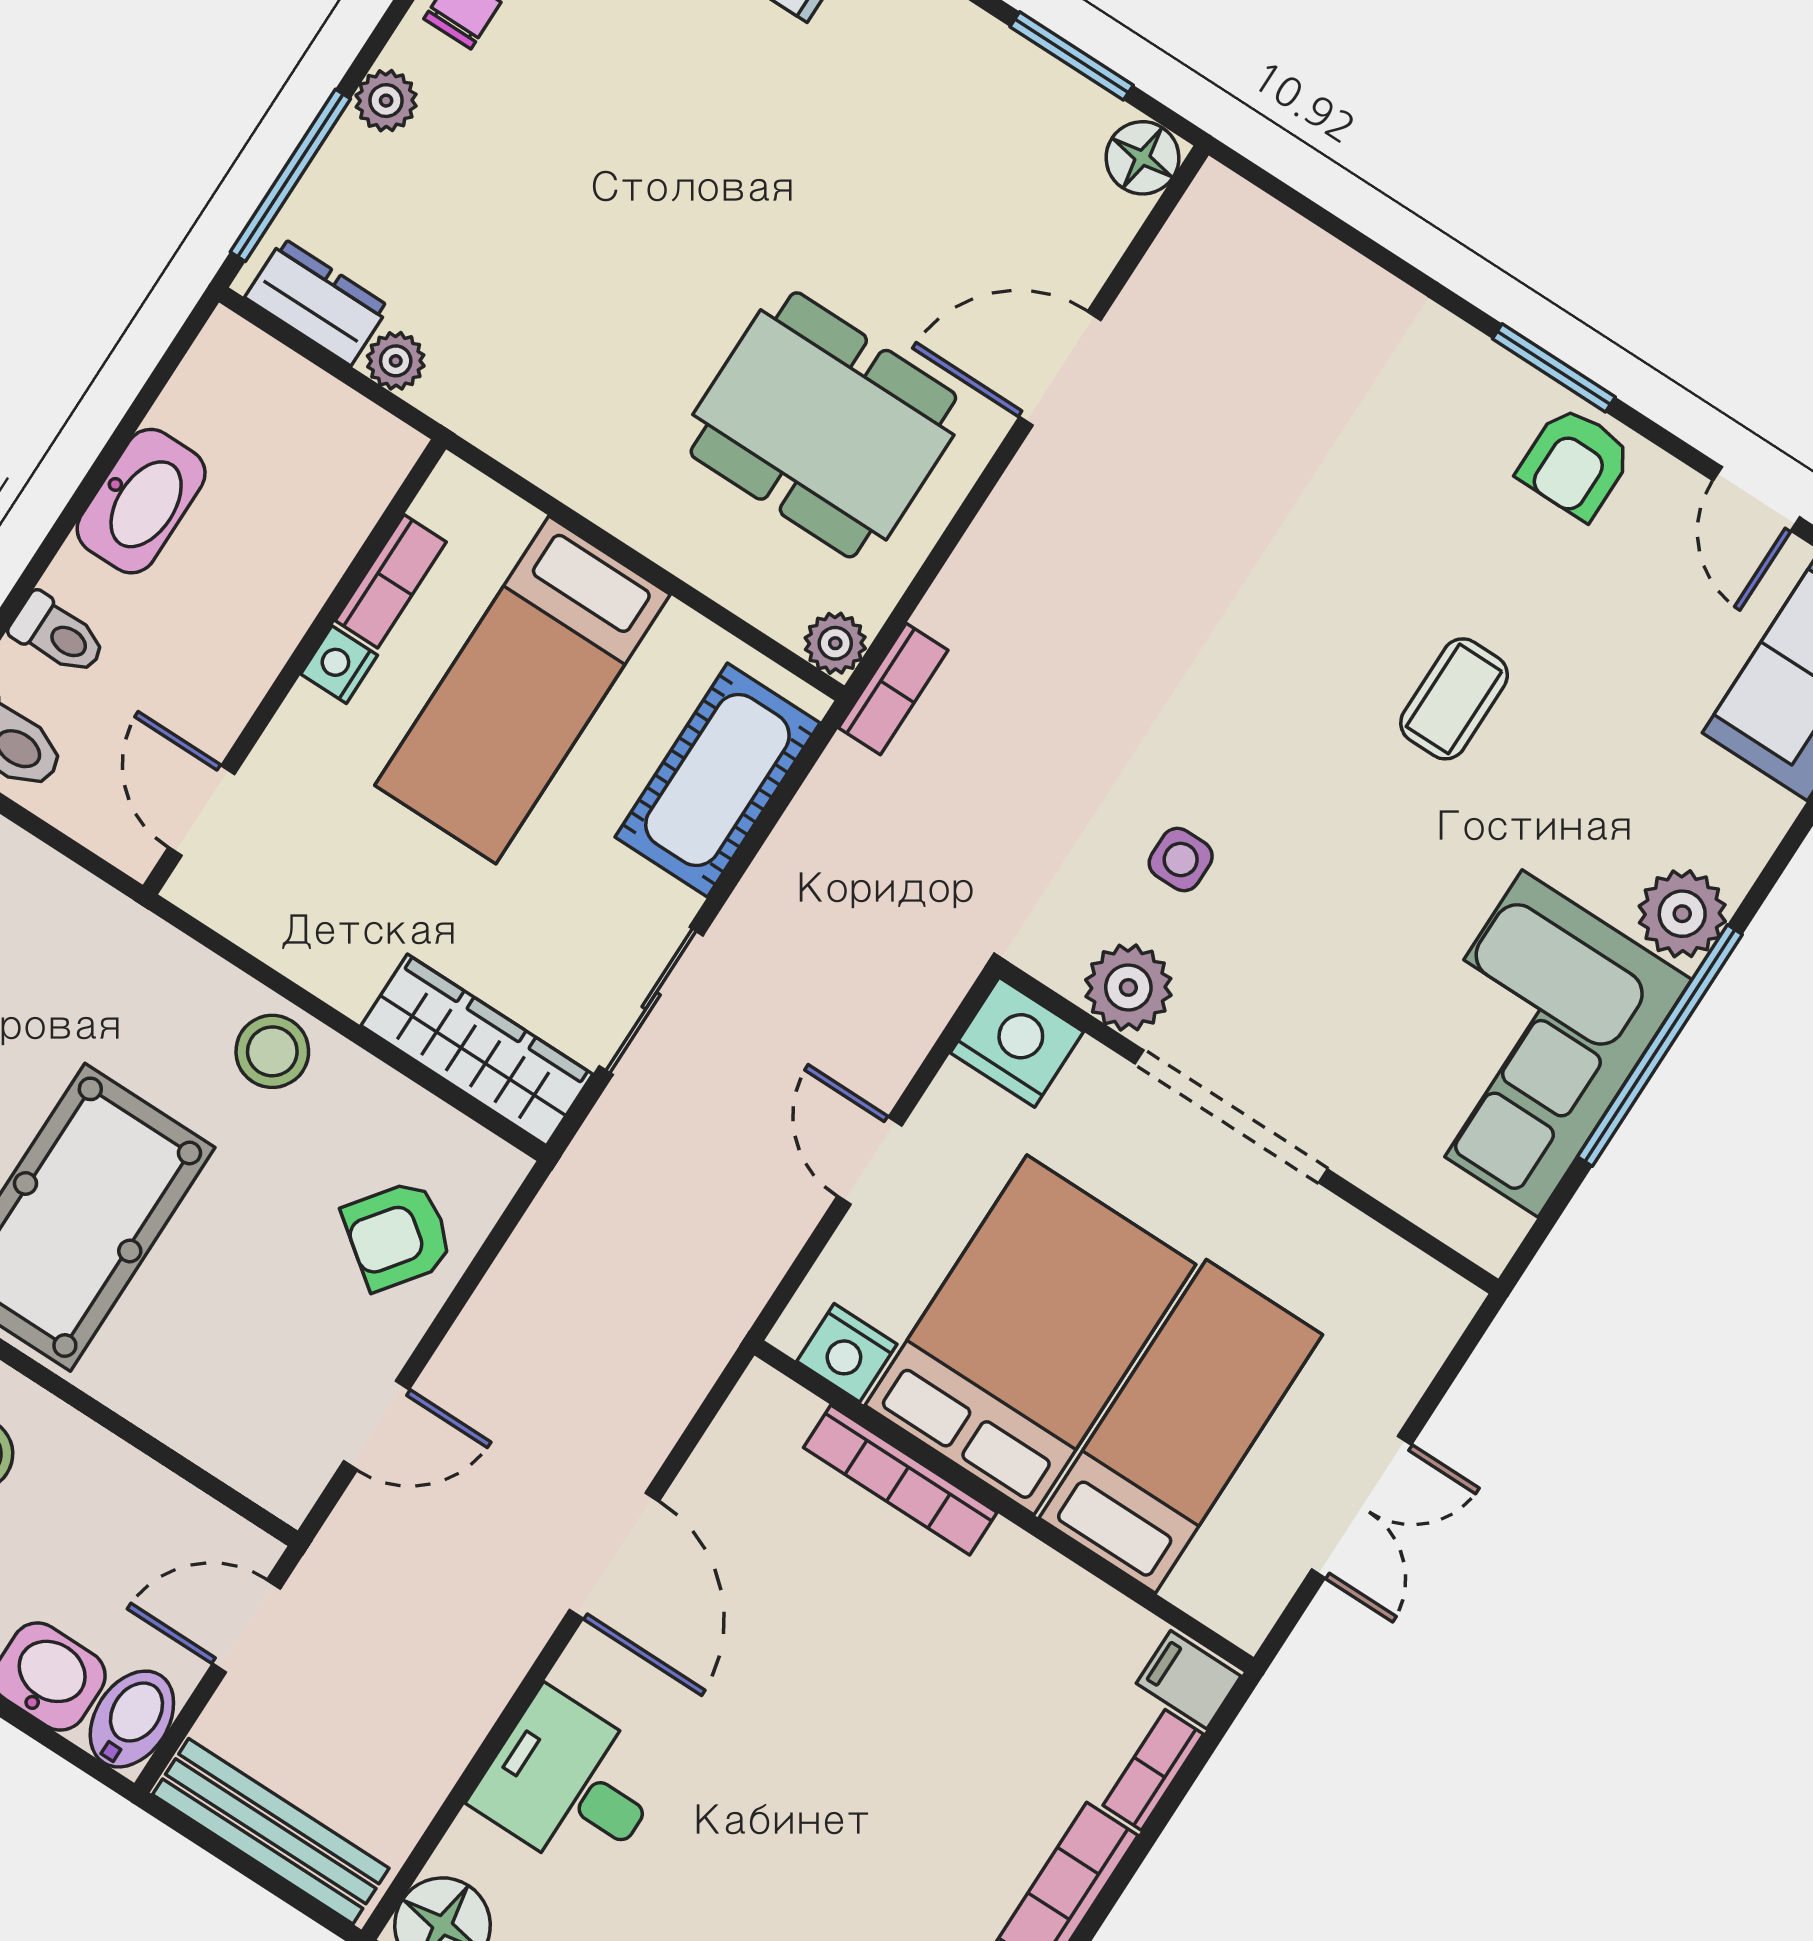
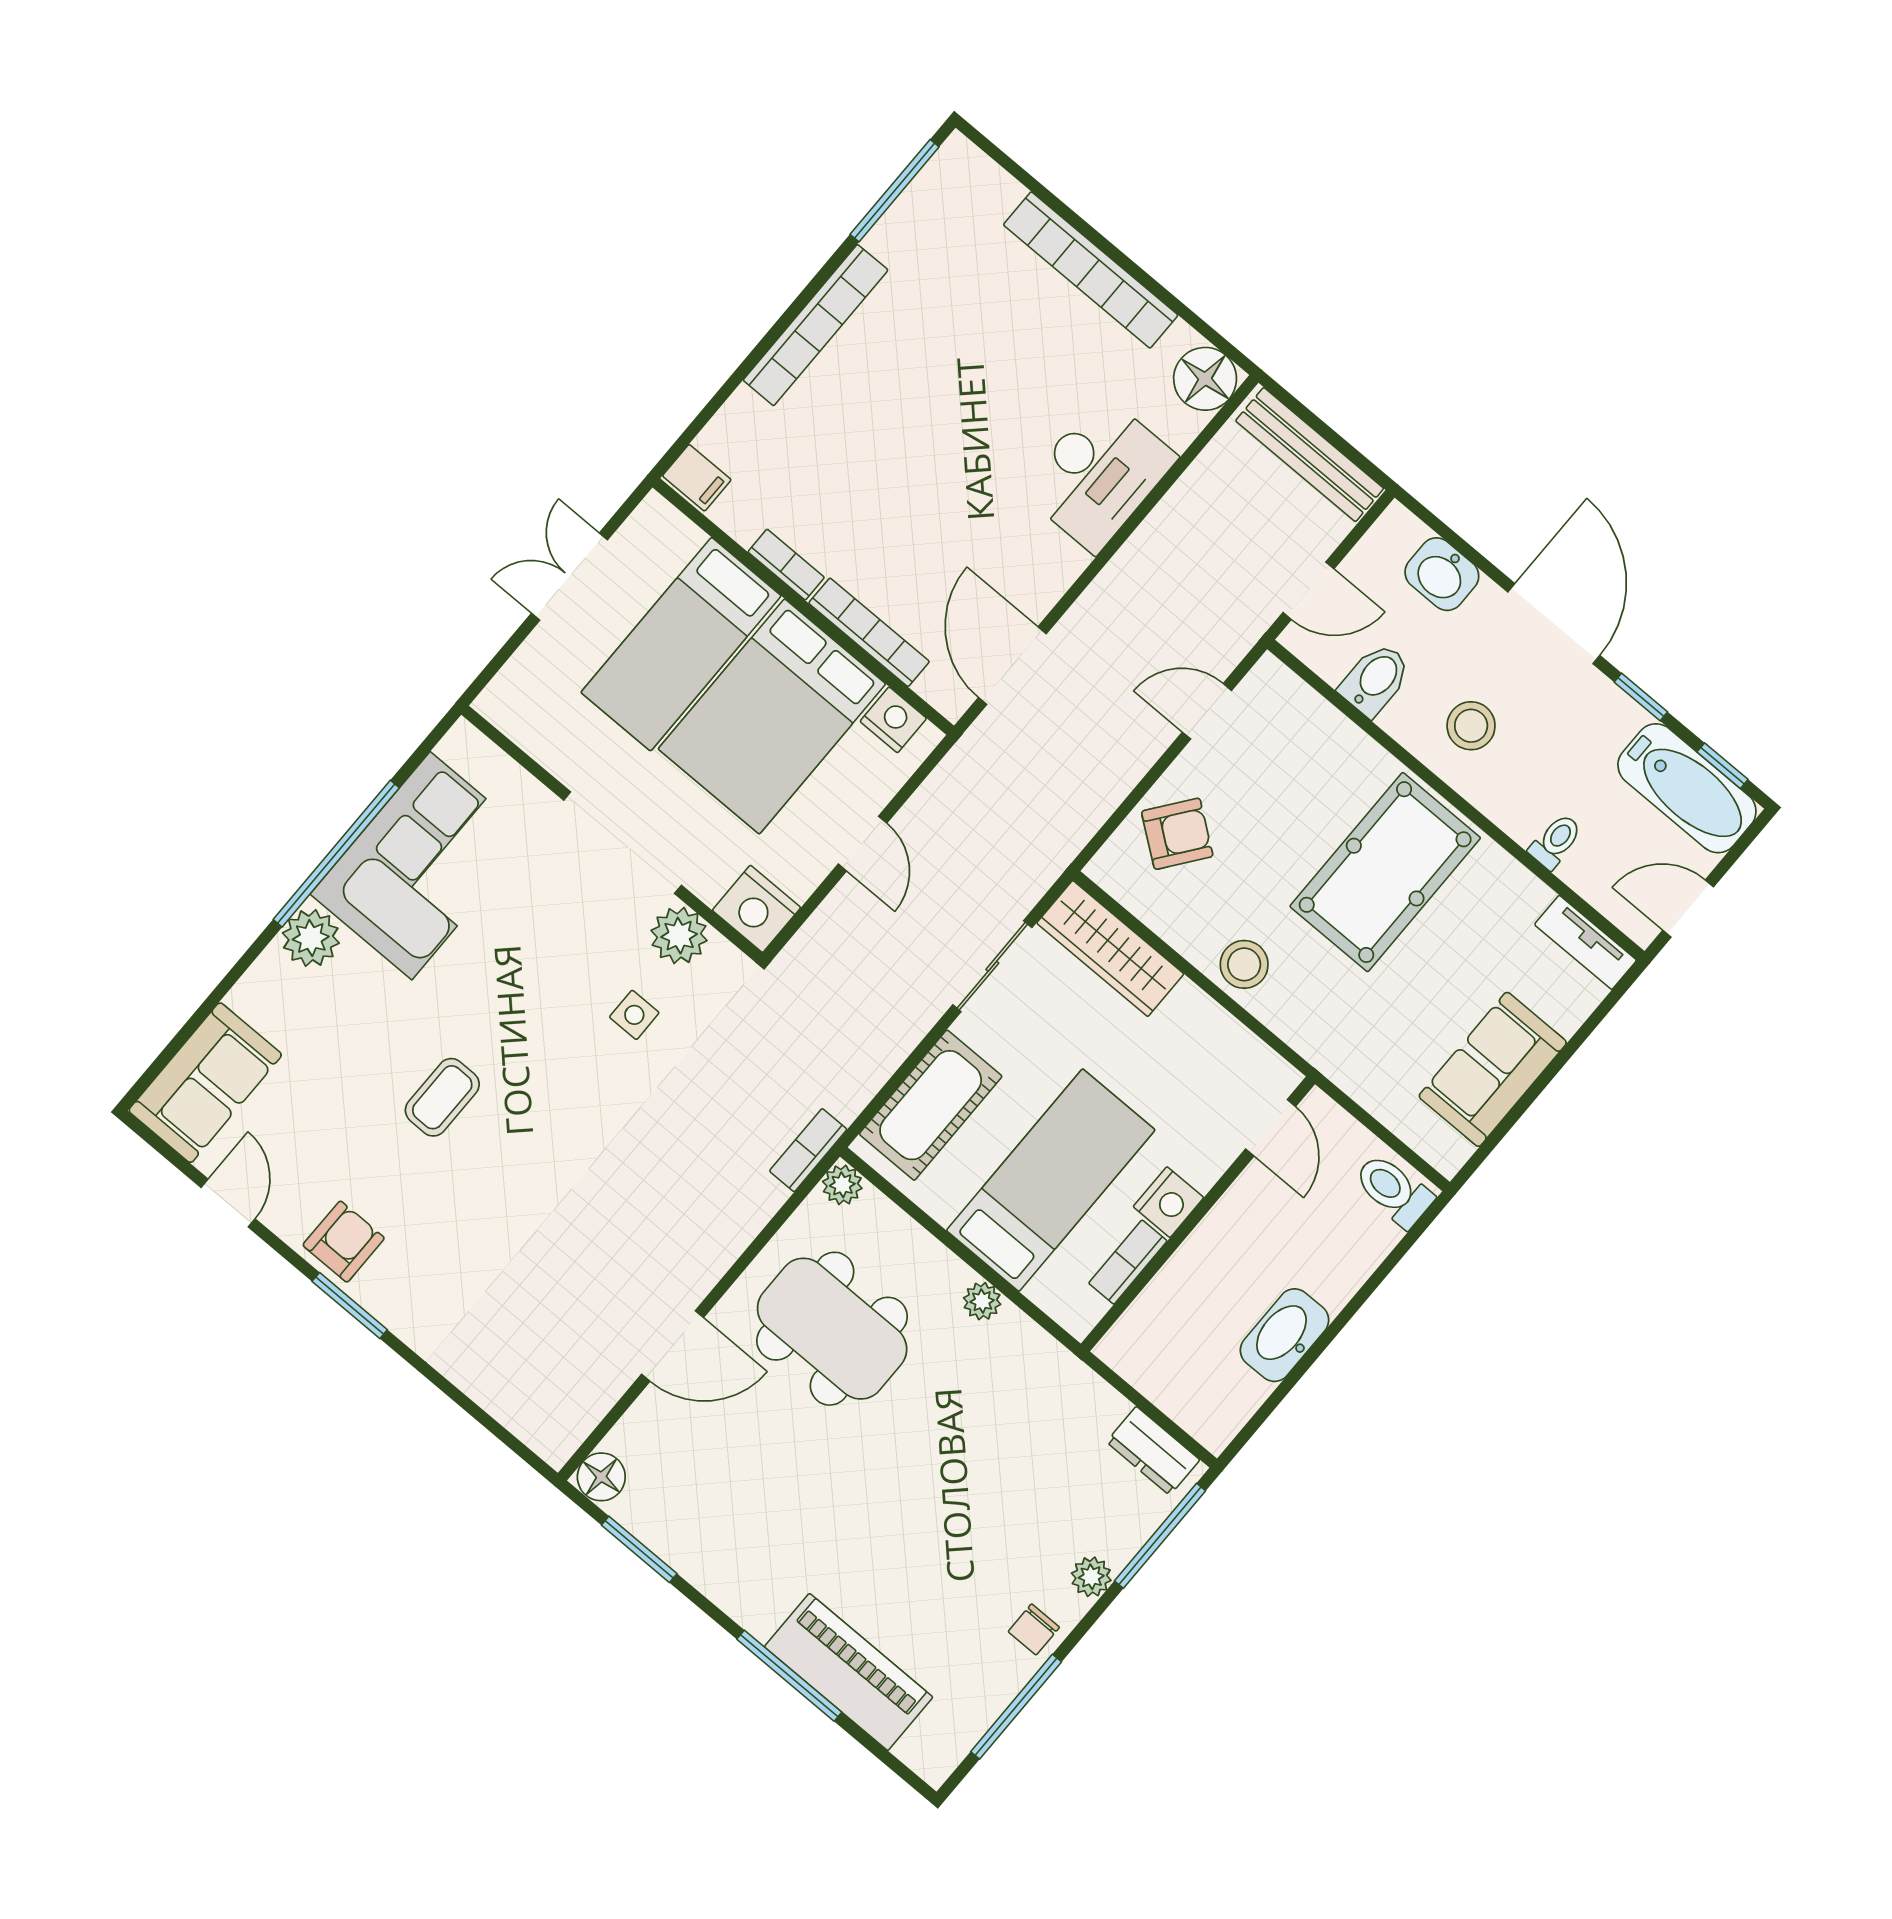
plant: (396, 361) -> (982, 1301), moved
toilet: (58, 635) -> (1350, 1255), removed
nightstand: (339, 665) -> (1168, 1202), width x1.39, depth x1.35
door: (614, 1556) -> (1012, 666), moved
bidet: (132, 1719) -> (1375, 679), moved, turned 180
bookcase: (1153, 1770) -> (786, 565), moved, turned -90
desk: (570, 1785) -> (1099, 474), width x1.37

